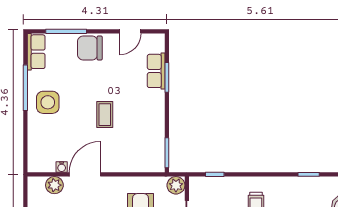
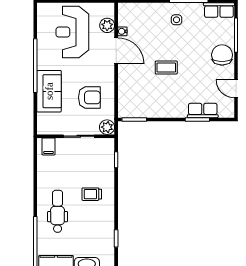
side table: (48, 102) -> (177, 20), width x0.54, depth x0.54

